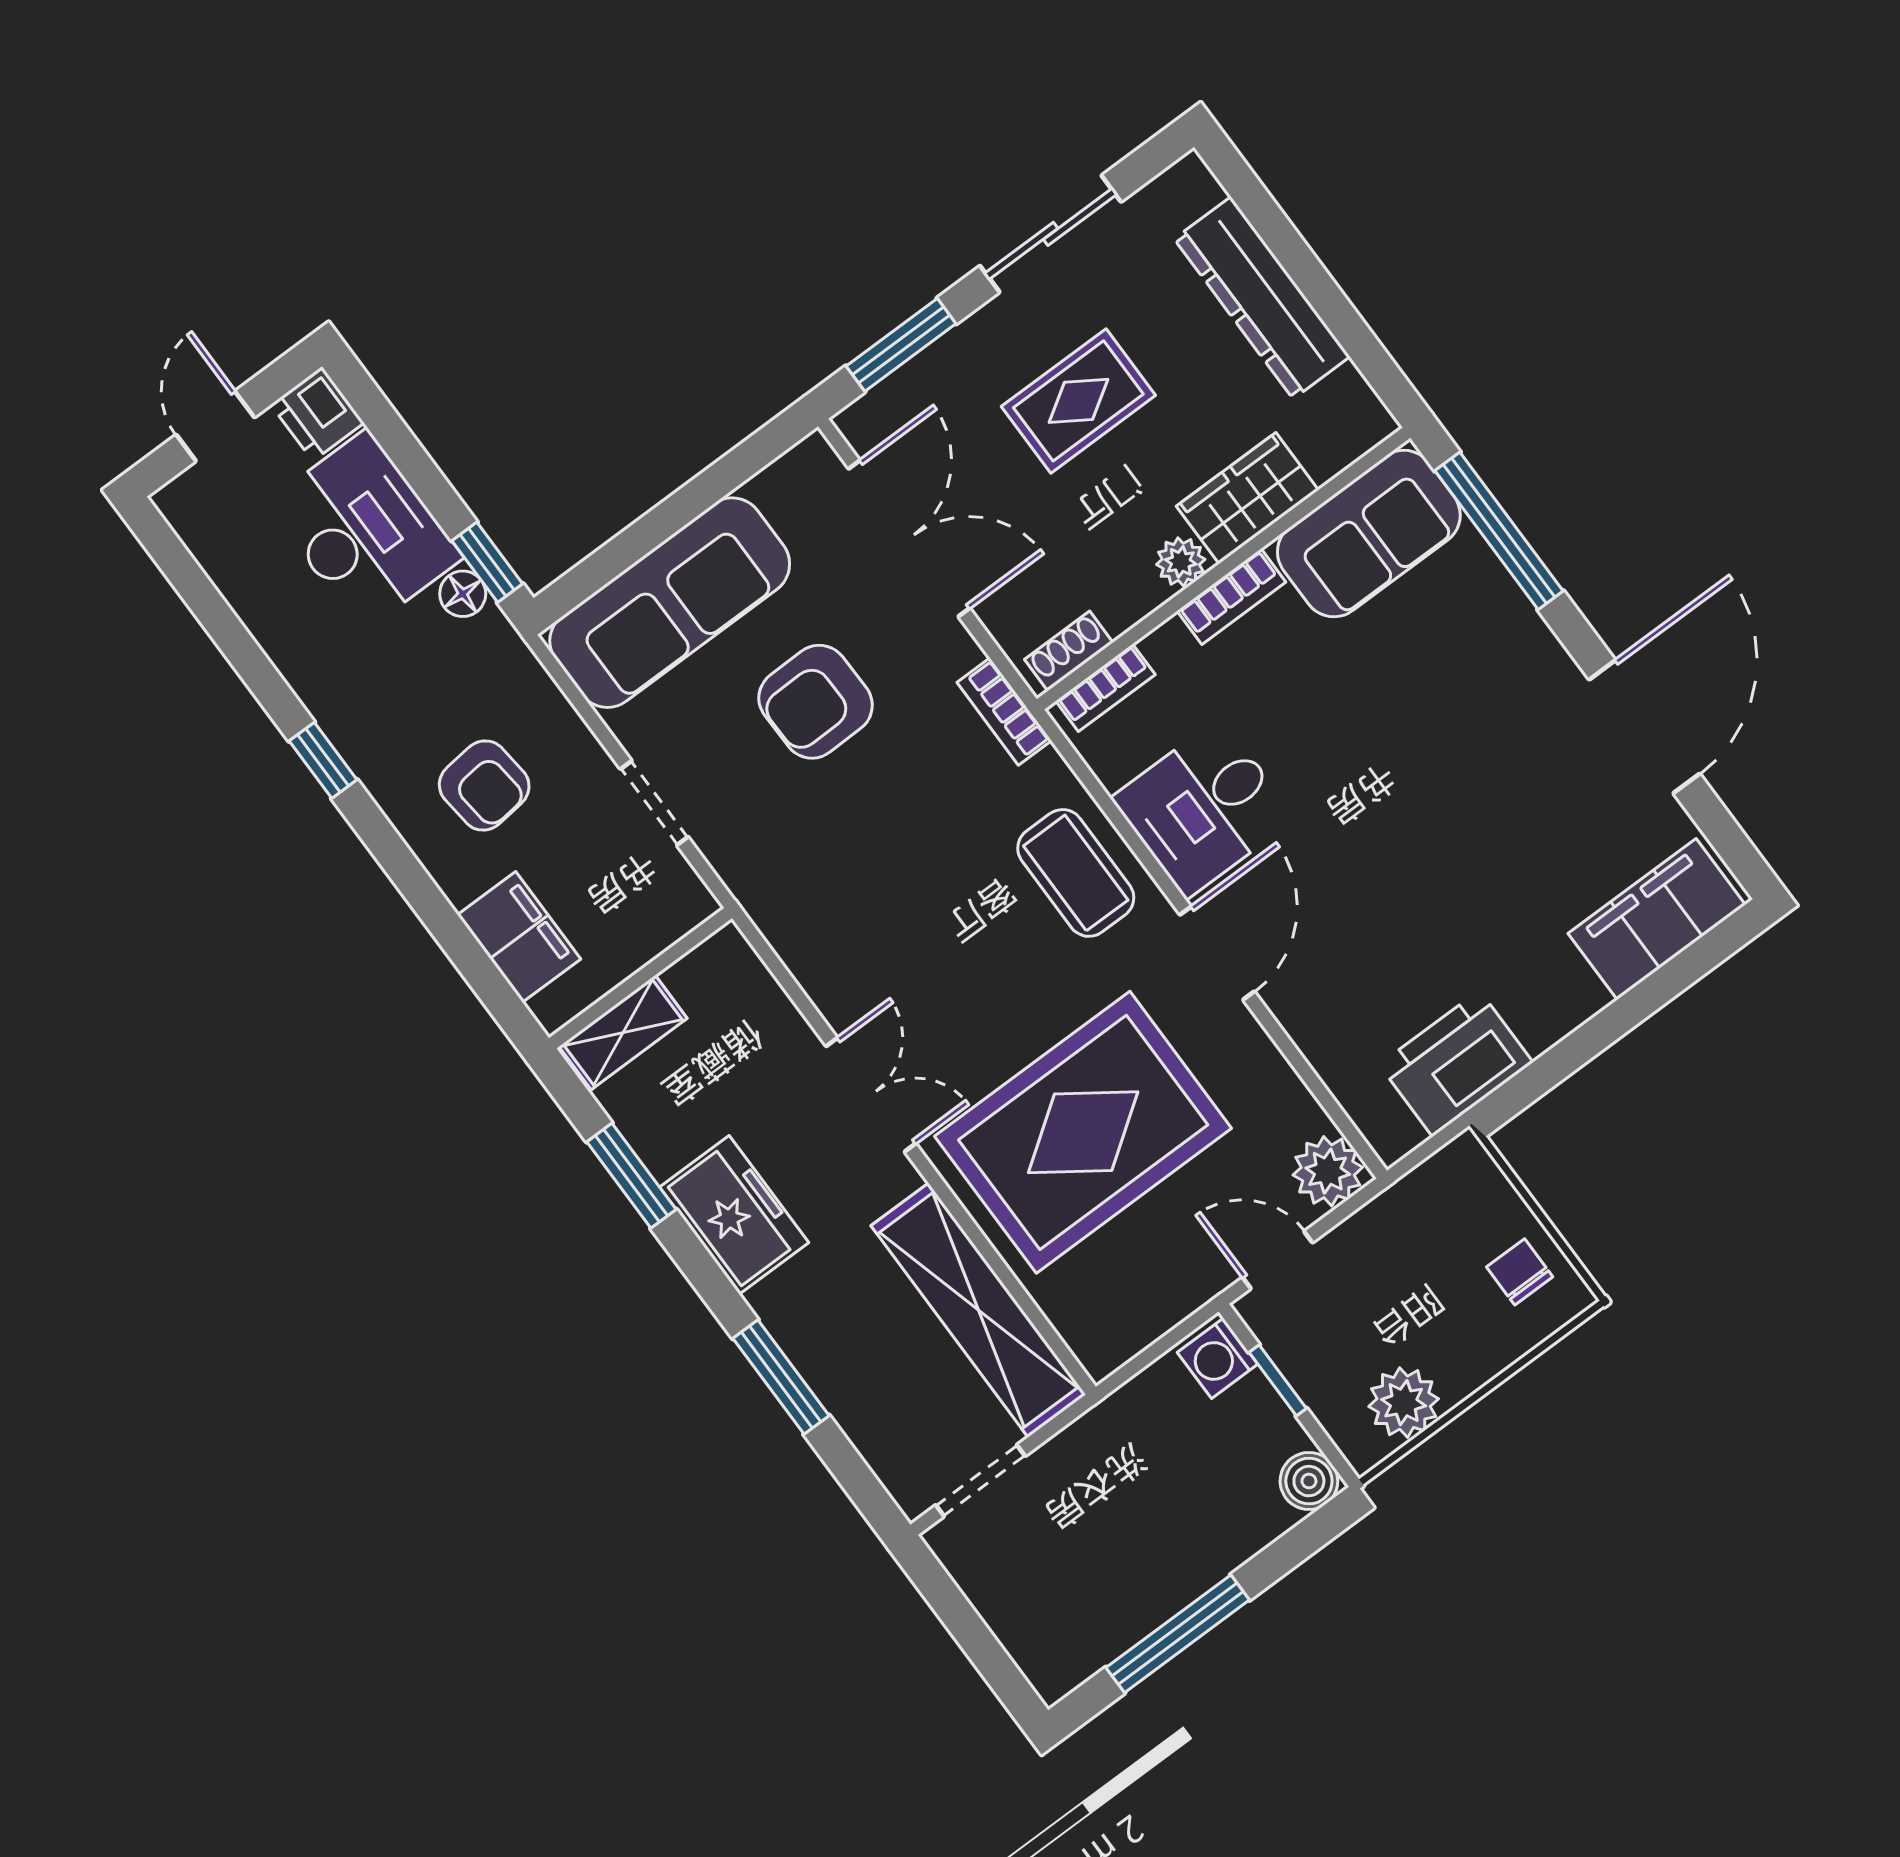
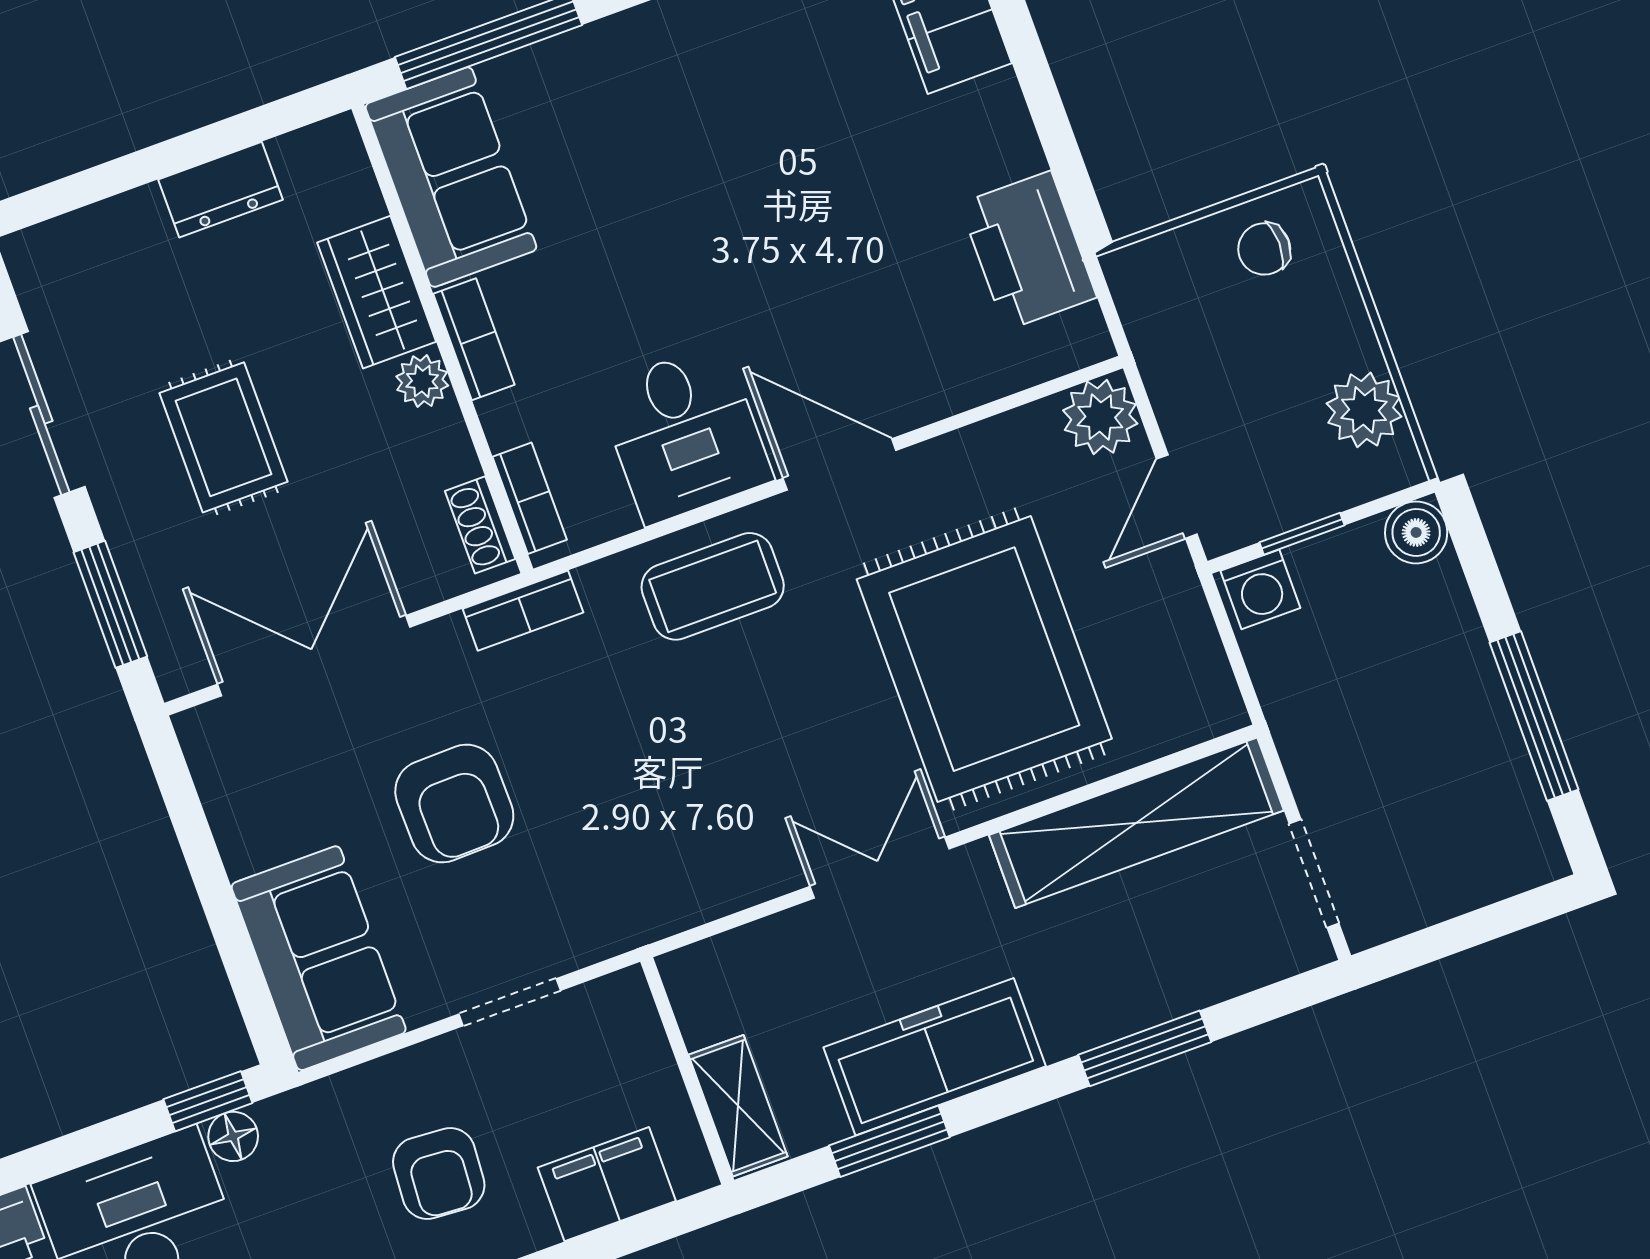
dresser: (1262, 298) -> (220, 190), width x0.51, depth x0.80
sofa: (670, 603) -> (319, 958), width x0.73
armchair: (484, 785) -> (439, 1173), turned 100
freezer: (734, 1215) -> (935, 1057), width x1.40

